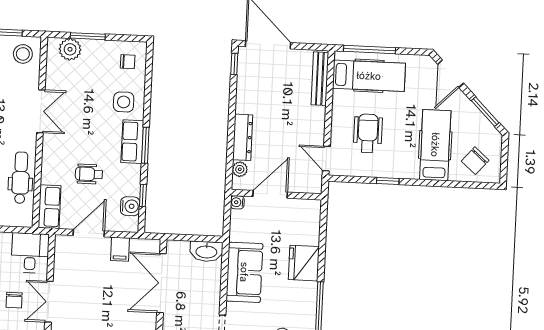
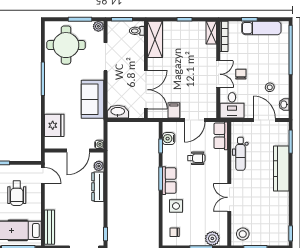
fridge: (304, 263) -> (54, 125), moved

